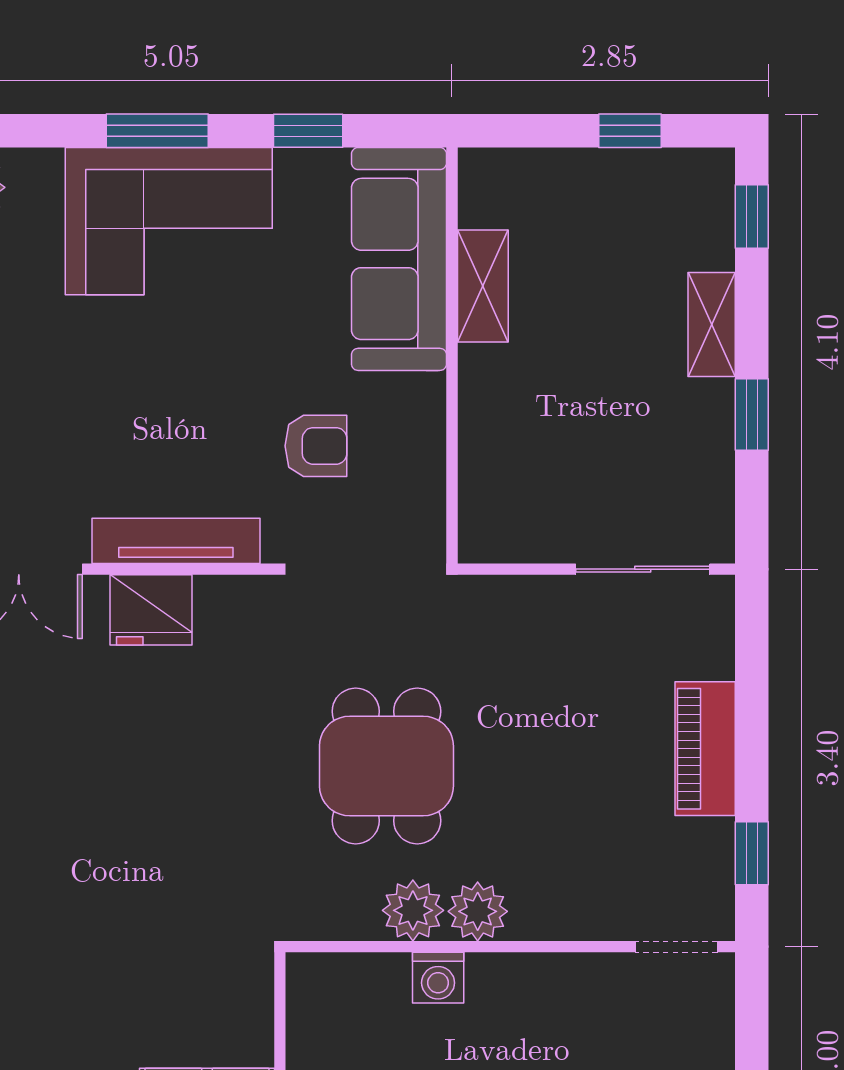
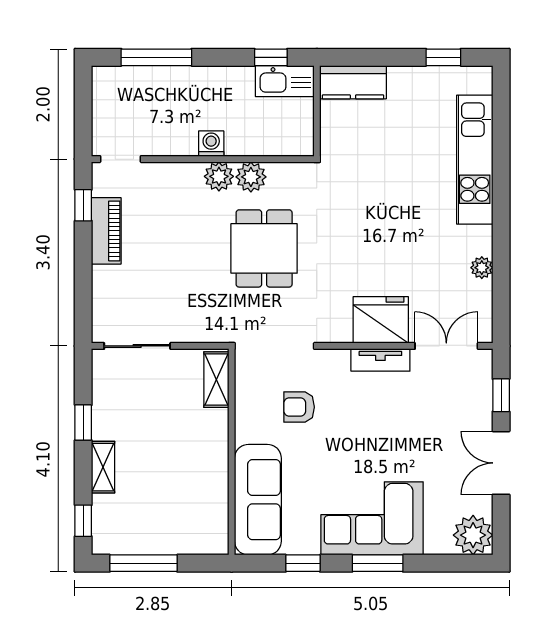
window: (630, 131) -> (143, 563), width x2.17
shelving: (483, 286) -> (216, 380), moved
tv unit: (176, 541) -> (380, 360), width x0.71
fridge: (151, 610) -> (381, 320), width x1.36, depth x1.34
piano: (705, 749) -> (106, 231), moved
washing machine: (438, 978) -> (211, 144), moved

